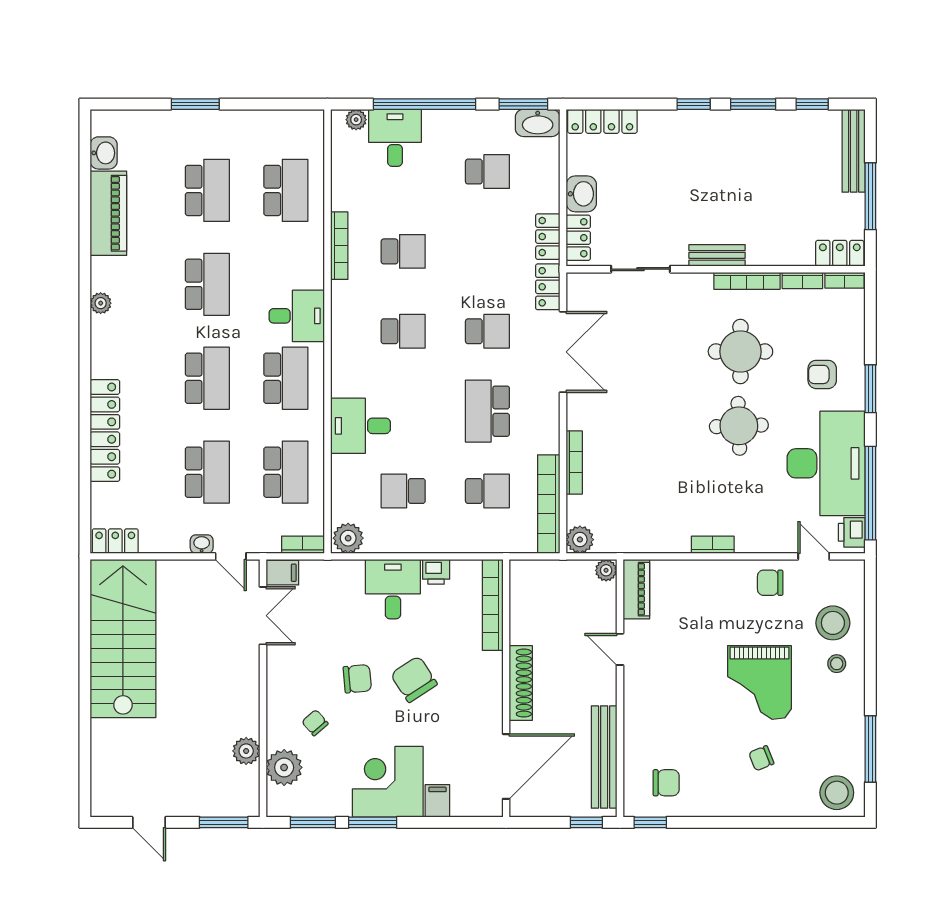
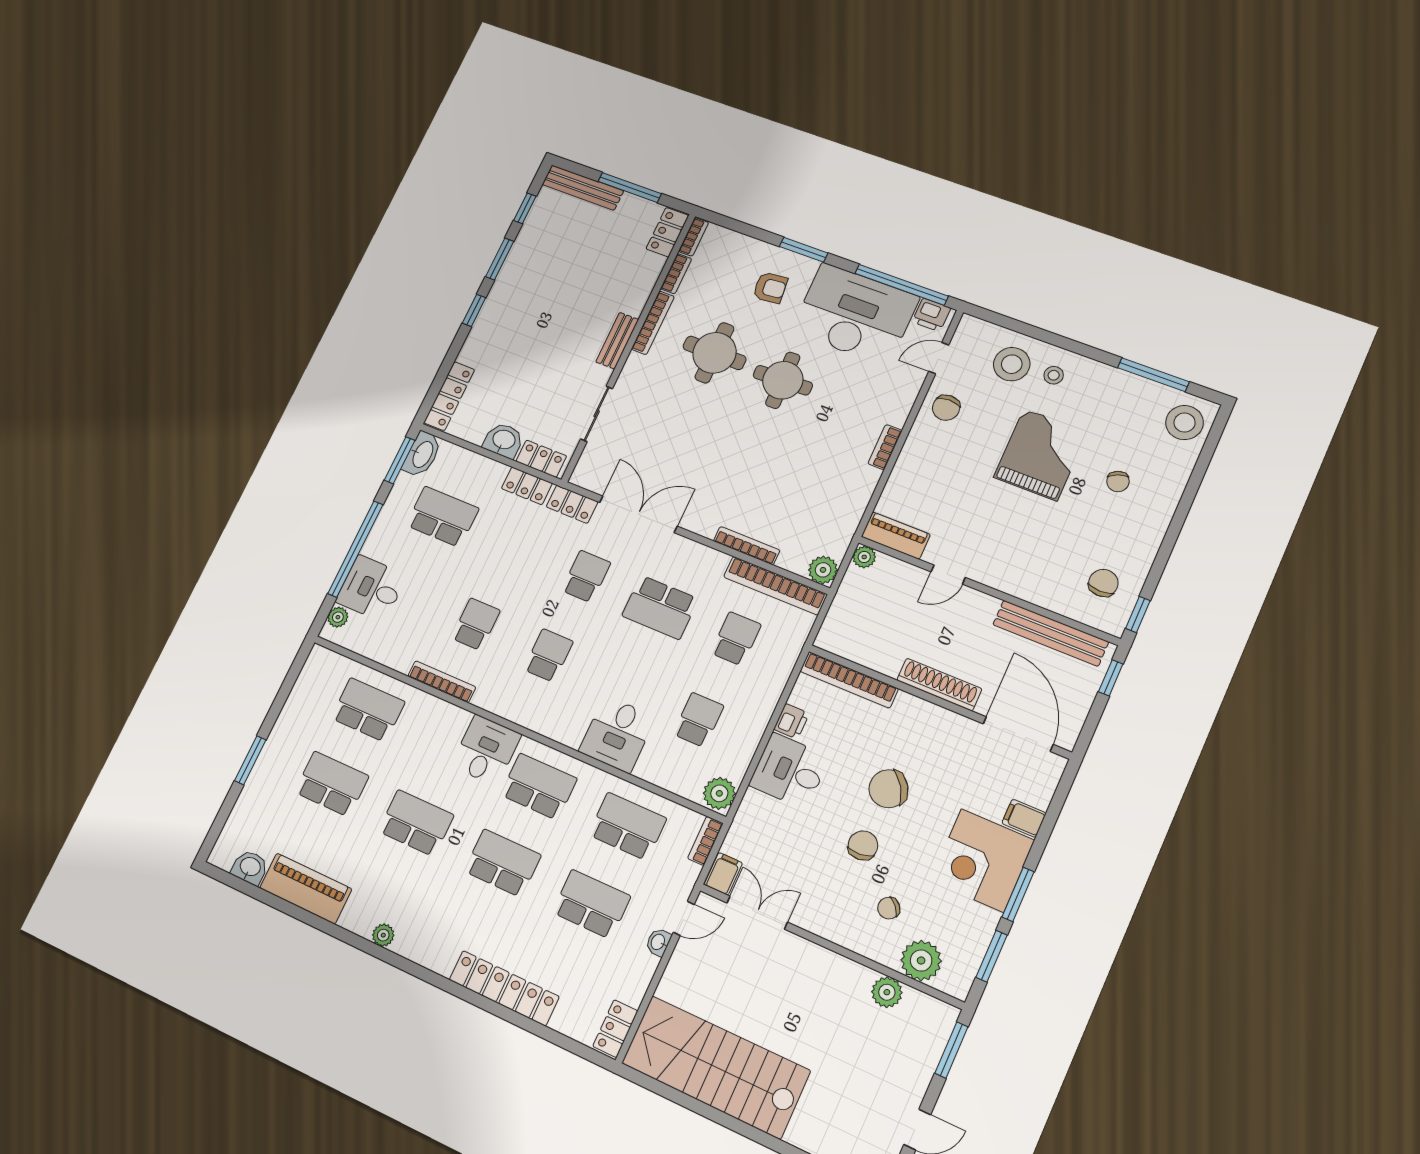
school desk: (487, 172) -> (442, 517), width x1.85
armchair: (822, 374) -> (770, 288), turned -96
school desk: (403, 491) -> (698, 720), turned 180
grand piano: (759, 682) -> (1040, 455), turned -90

